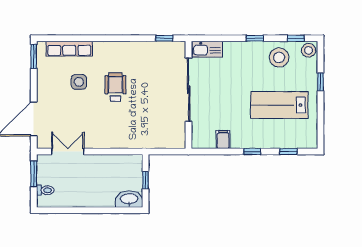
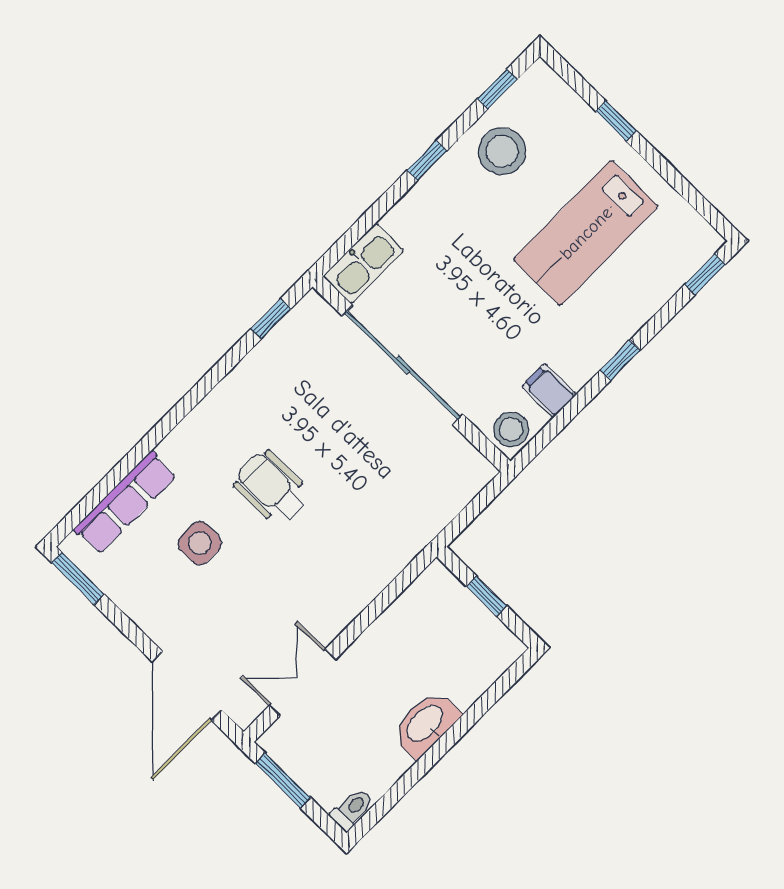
stool: (308, 50) -> (511, 429), moved
window: (288, 152) -> (705, 274), moved
toilet: (45, 190) -> (352, 809), moved
washbasin: (129, 199) -> (426, 724), moved

